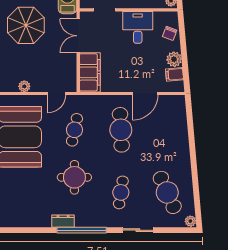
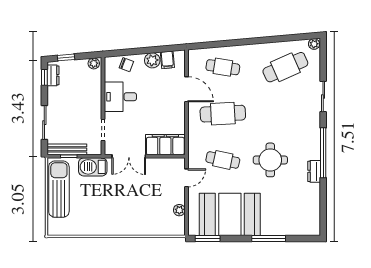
parasol: (26, 25) -> (118, 208), removed
door: (57, 94) -> (187, 178), hinge flipped
cafe table: (121, 192) -> (223, 67), moved

